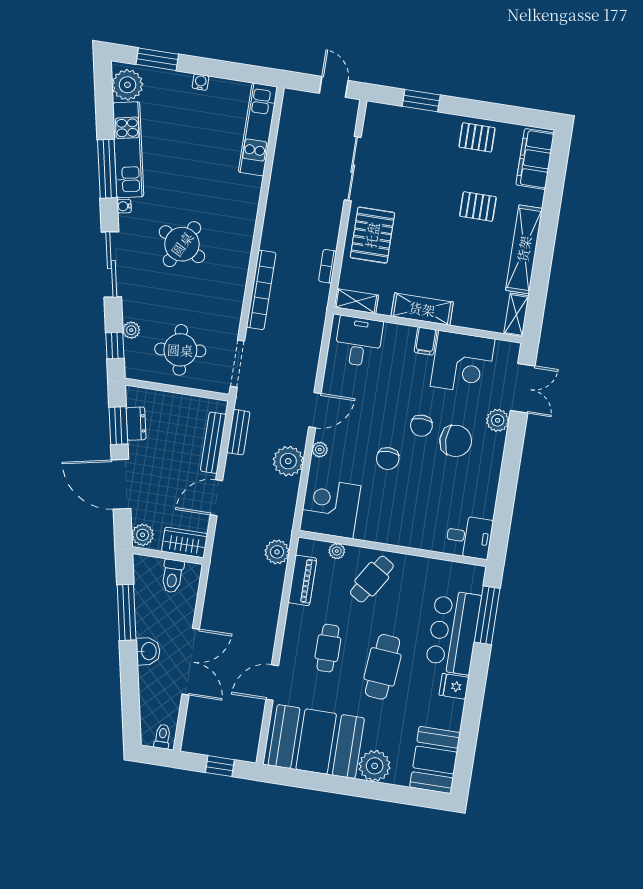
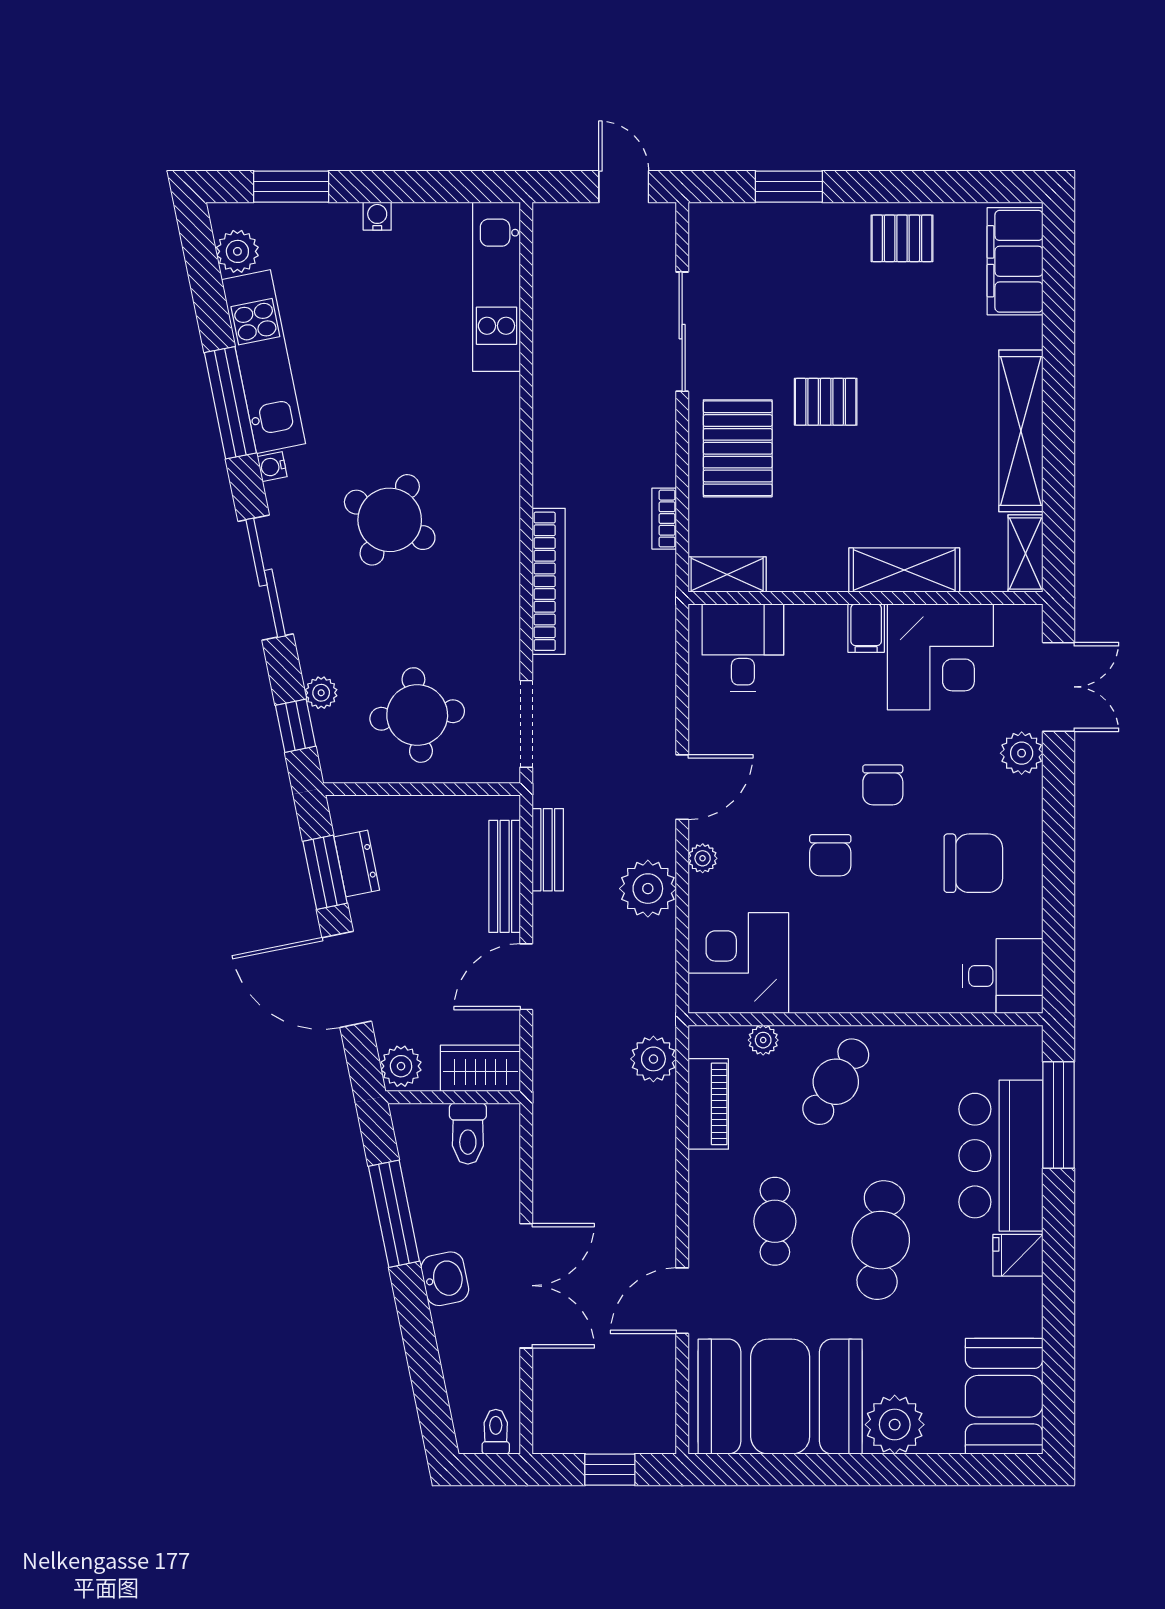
plant: (127, 85) -> (237, 251), width x0.73, depth x0.73
pallet: (478, 206) -> (826, 402), moved
shelving: (422, 309) -> (904, 570), moved
chair: (456, 441) -> (973, 863), moved

